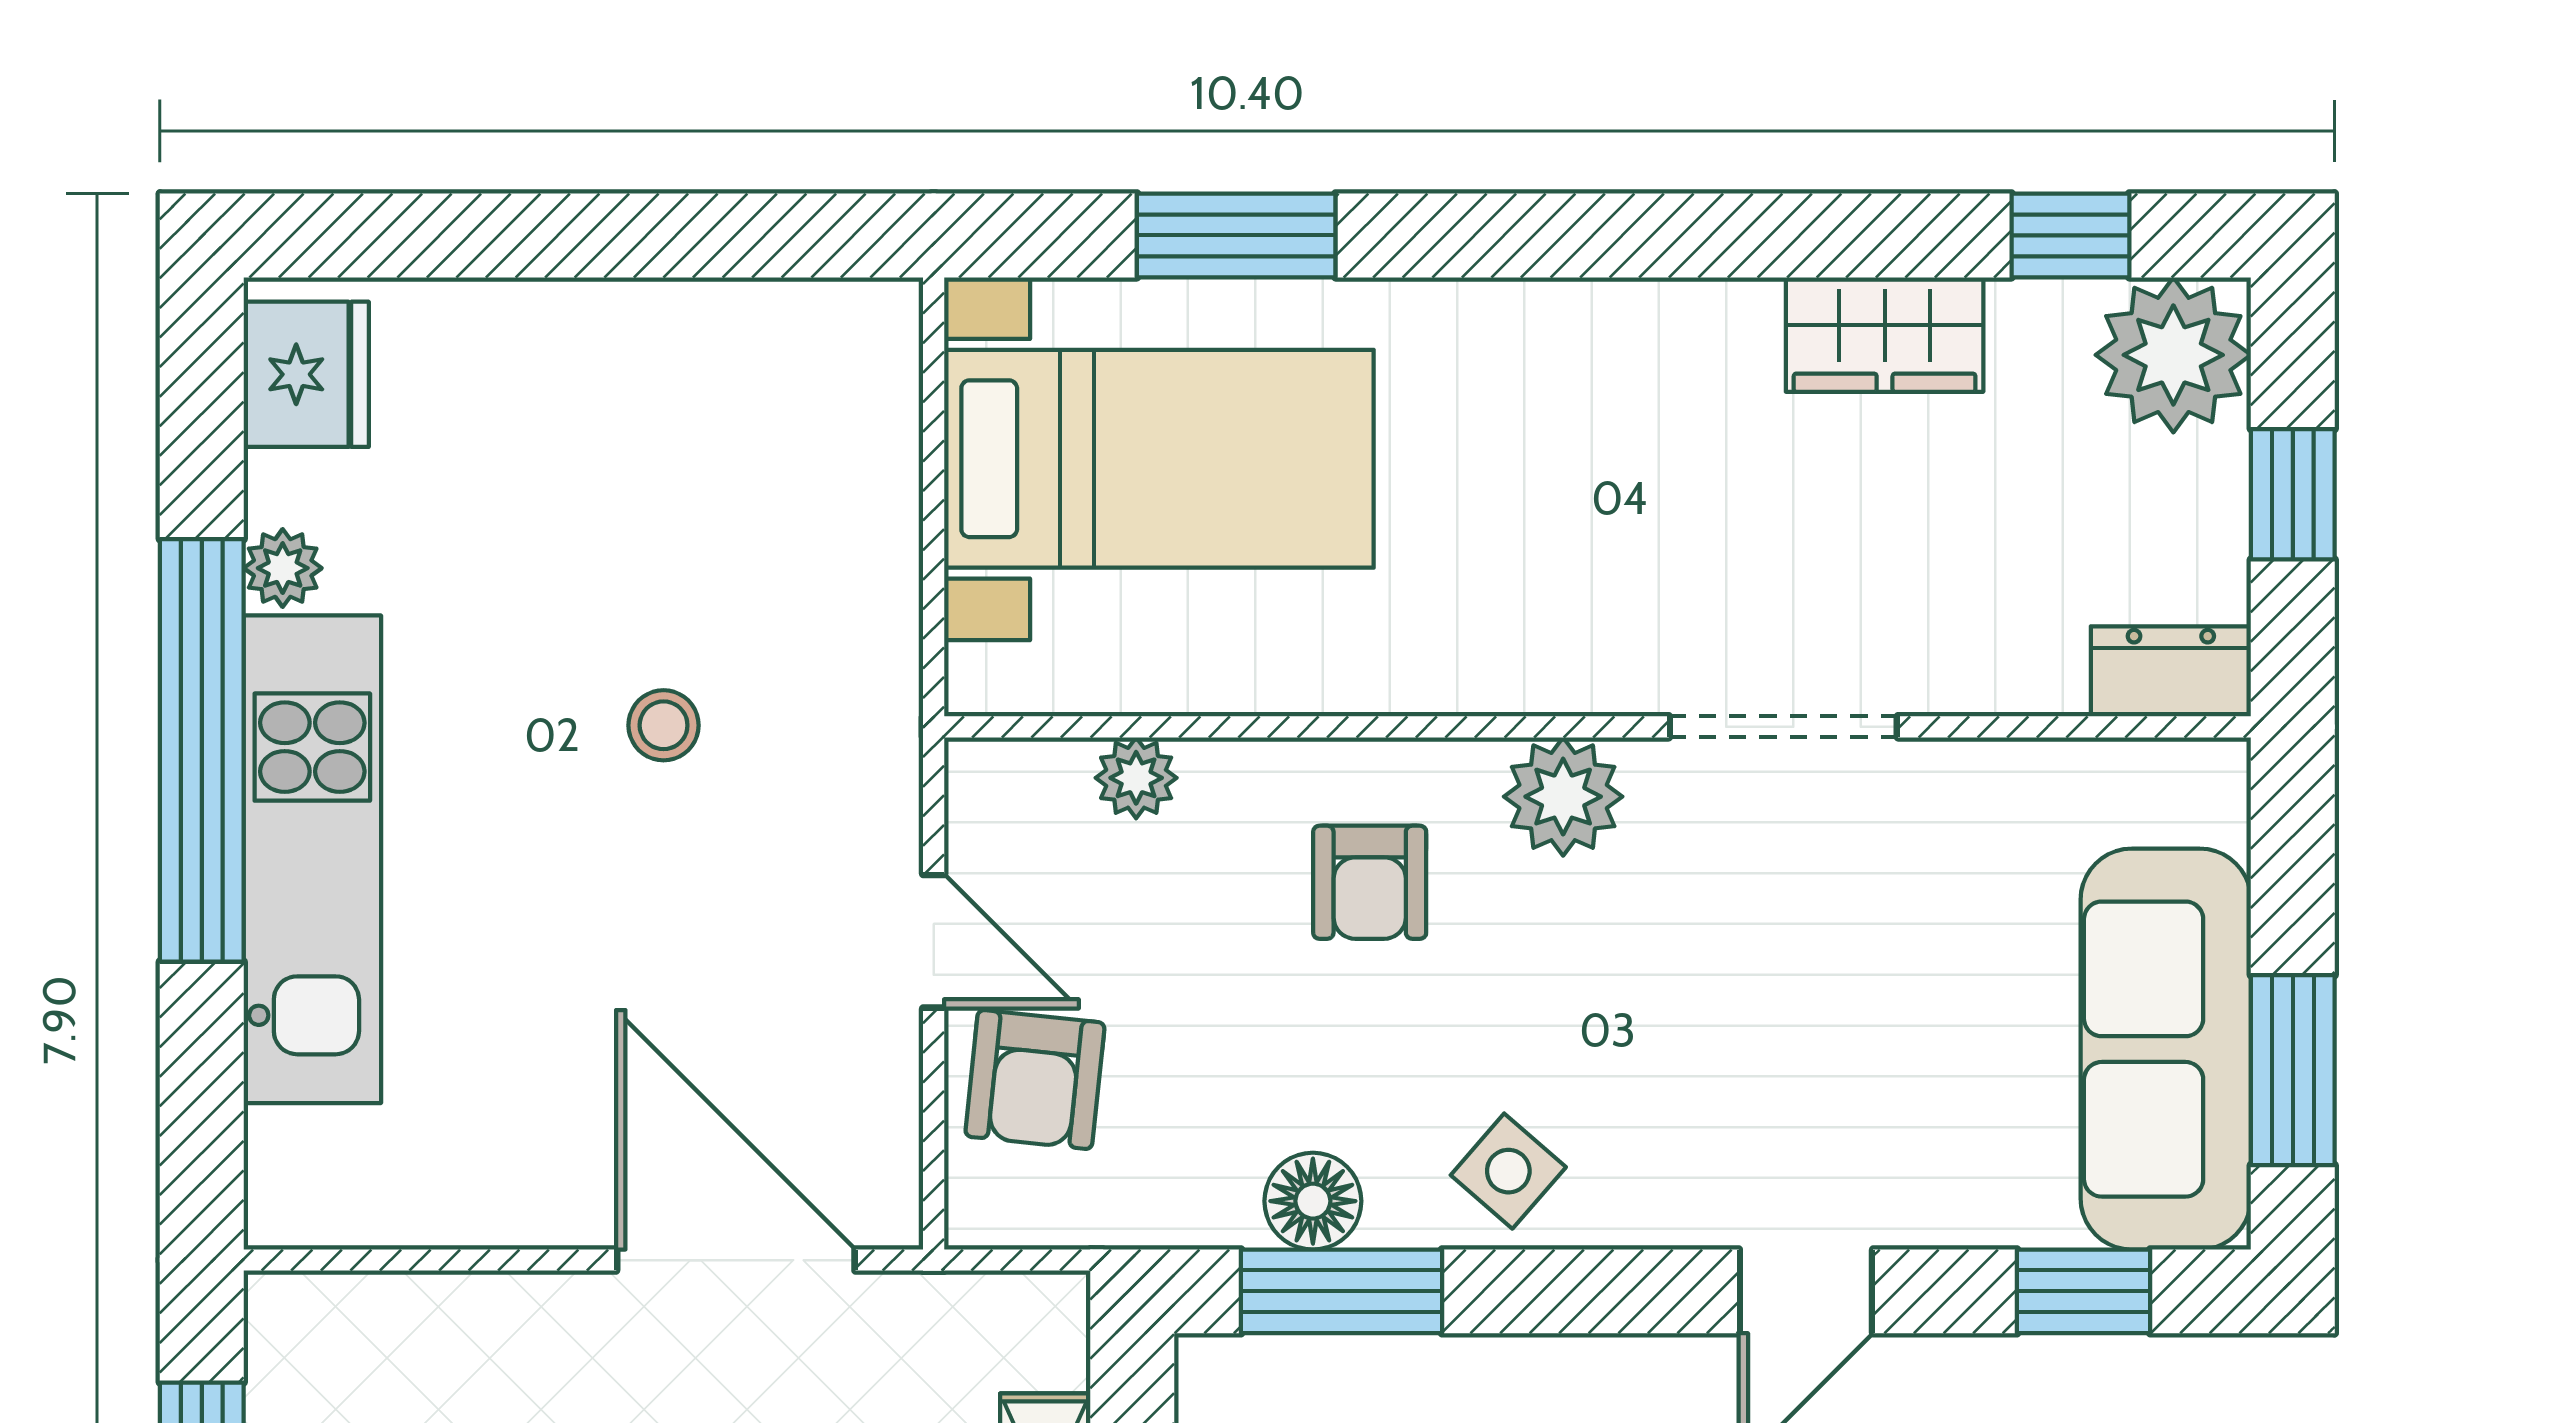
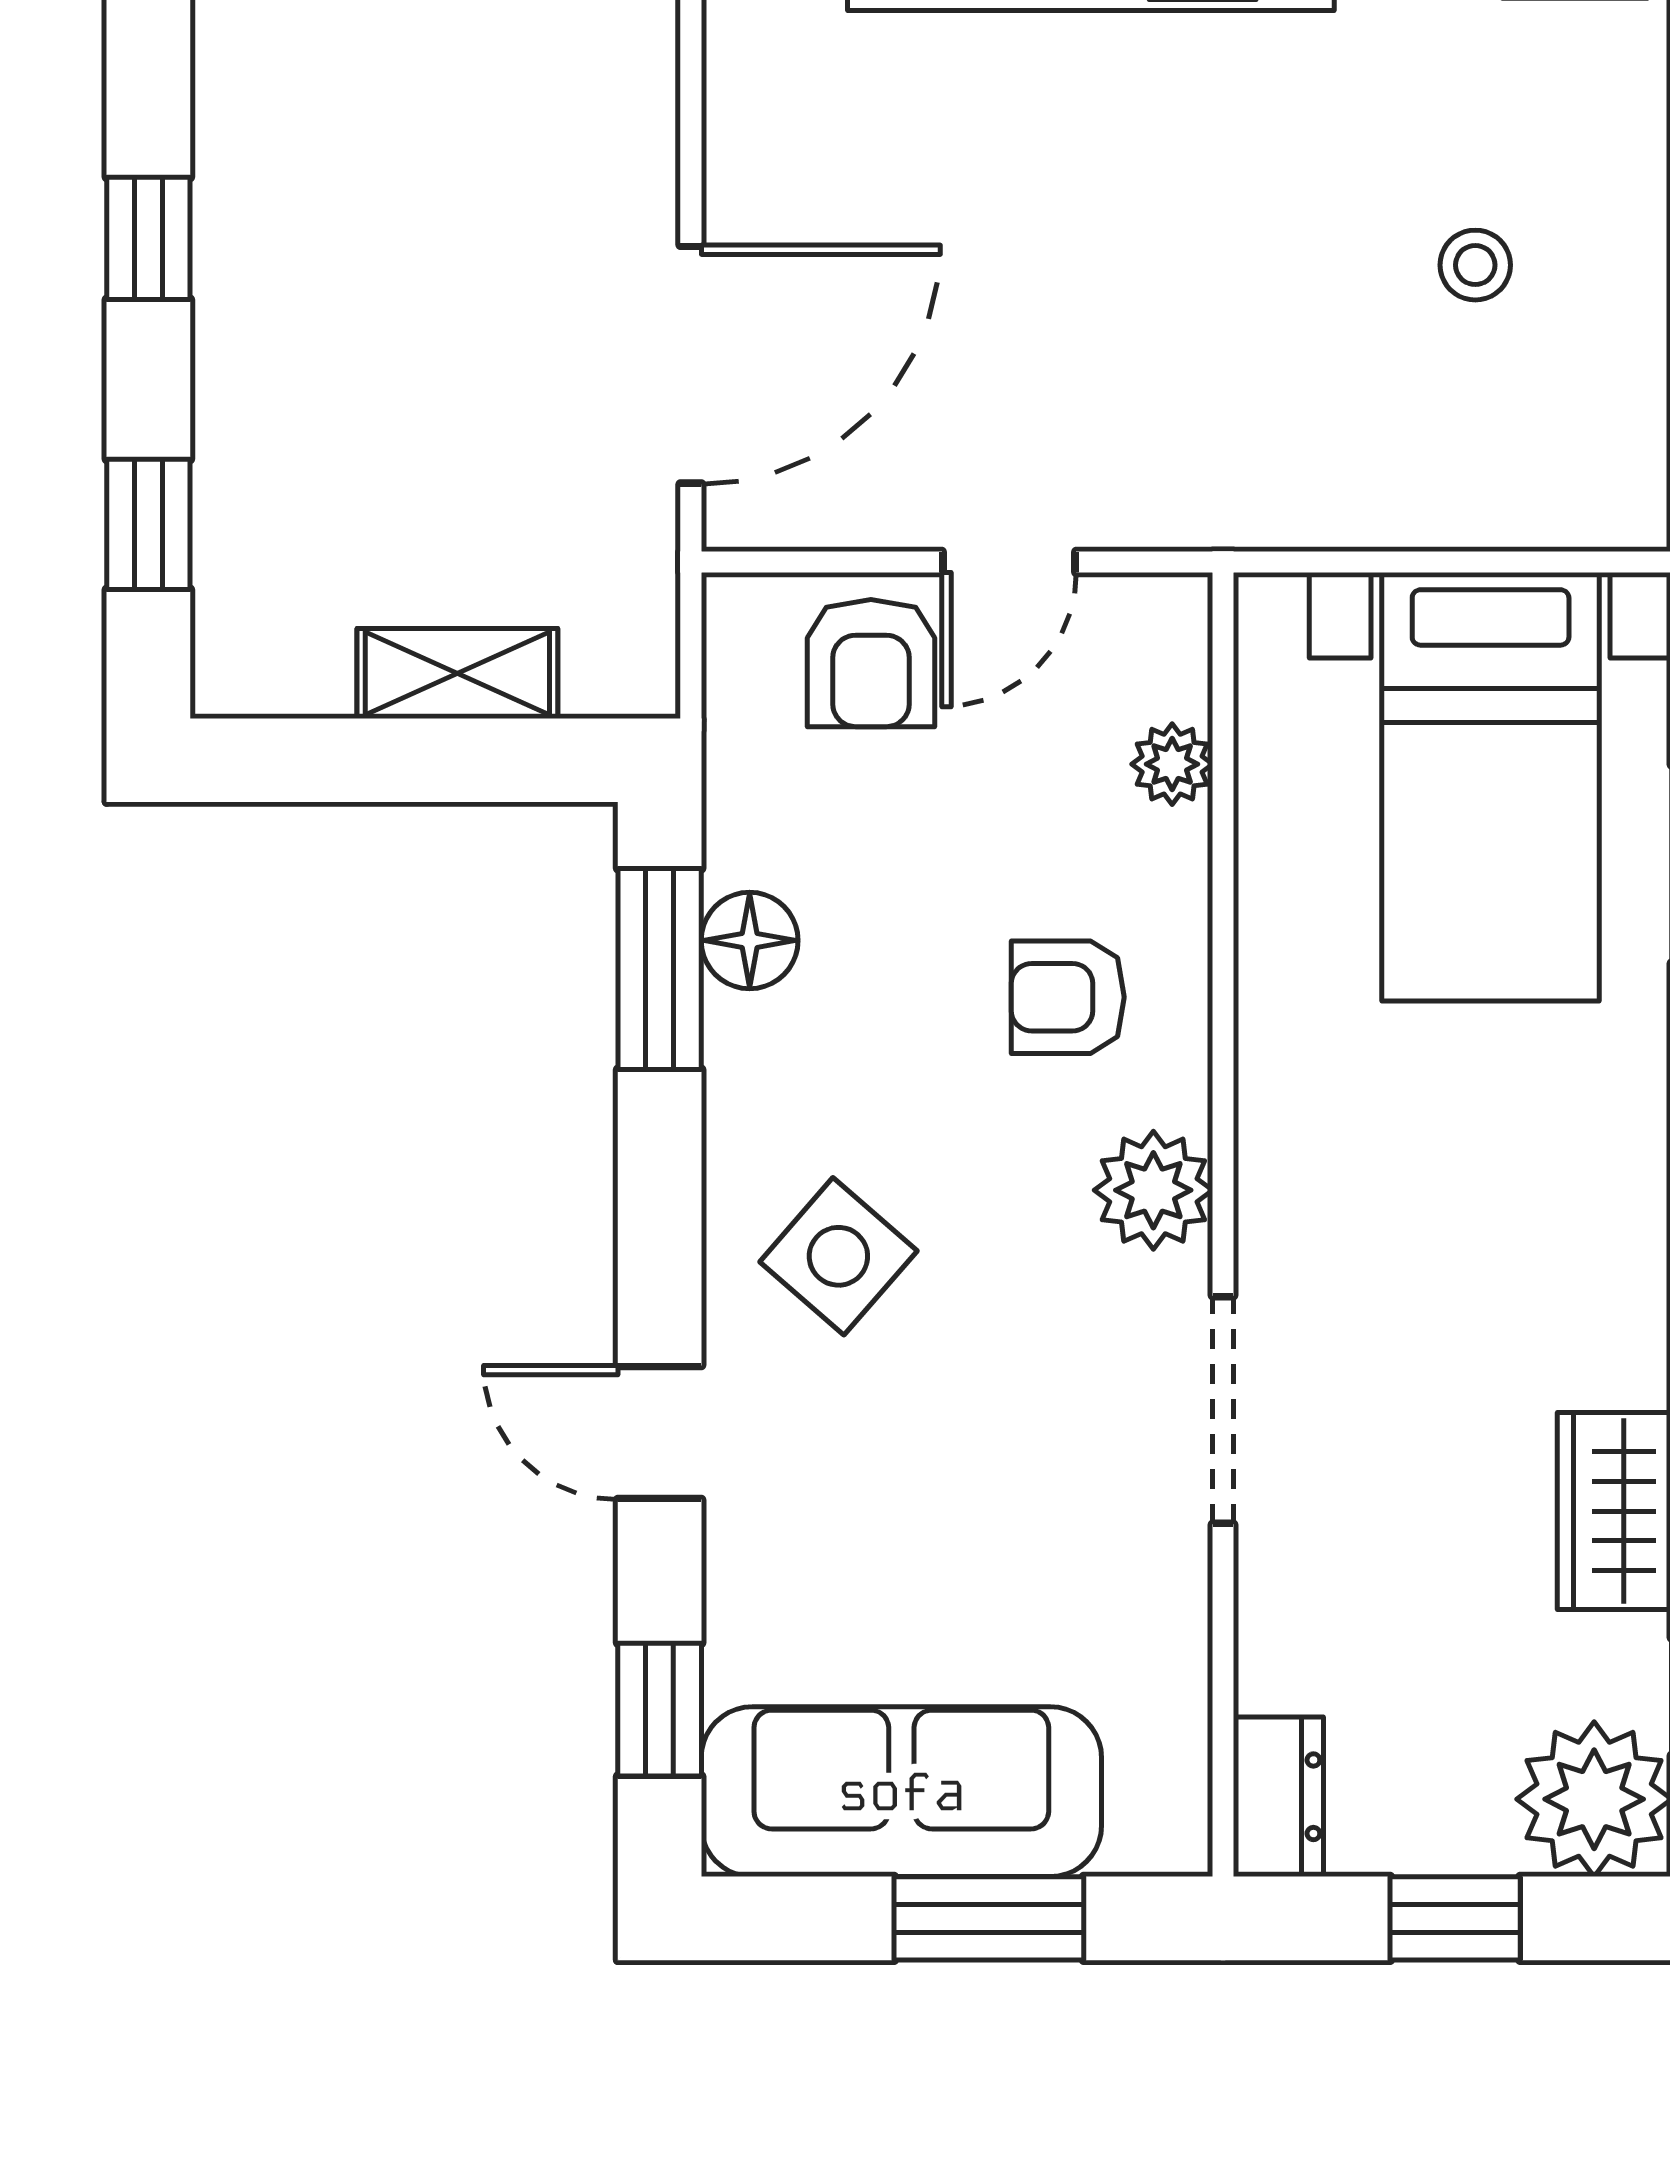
stool: (664, 725) -> (1475, 265), moved
window: (2293, 1070) -> (989, 1918), moved
armchair: (1035, 1080) -> (871, 663), turned -96
side table: (1508, 1171) -> (838, 1256), moved, width x1.37, depth x1.37

